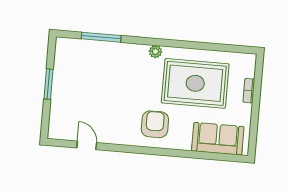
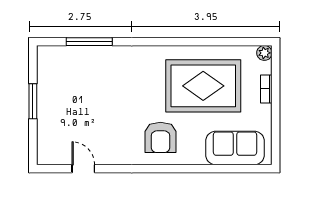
plant: (155, 52) -> (264, 53), moved
armchair: (155, 124) -> (160, 137), turned 180

